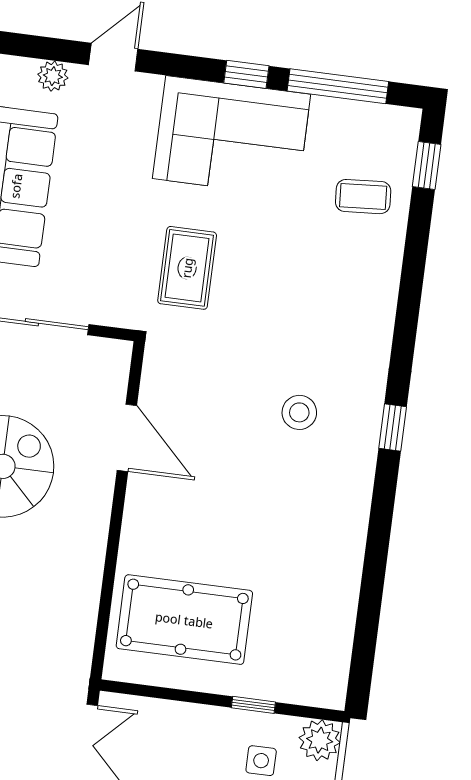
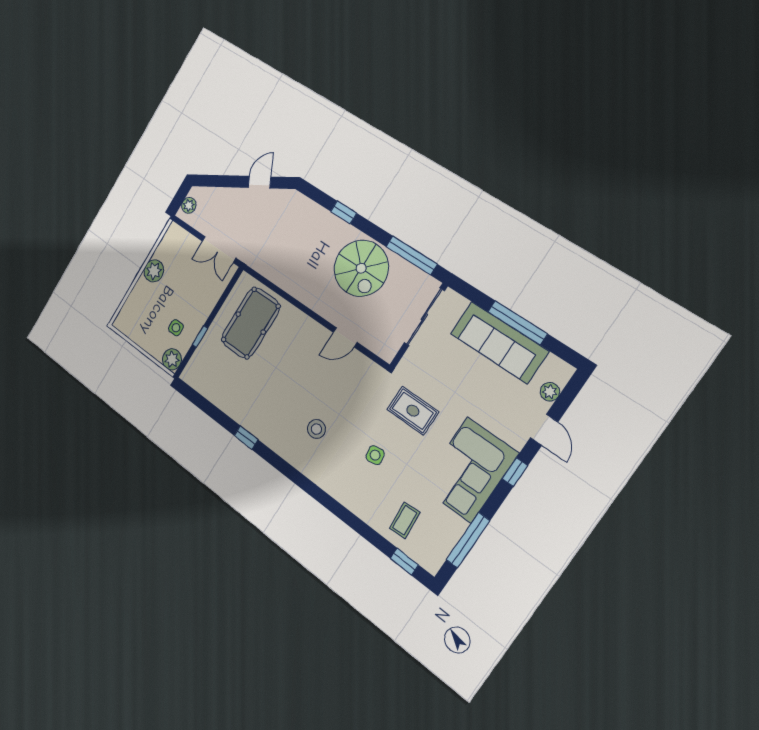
window: (246, 74) -> (515, 472), moved
side table: (288, 294) -> (375, 455), added
window: (393, 428) -> (246, 438), moved
door: (127, 438) -> (345, 337), width x0.73

